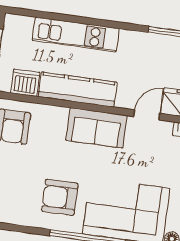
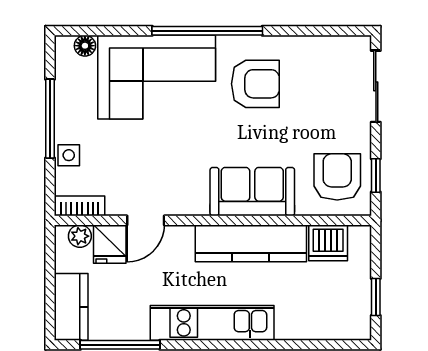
kitchen unit: (76, 34) -> (212, 323), moved
sofa: (96, 128) -> (252, 192), moved

